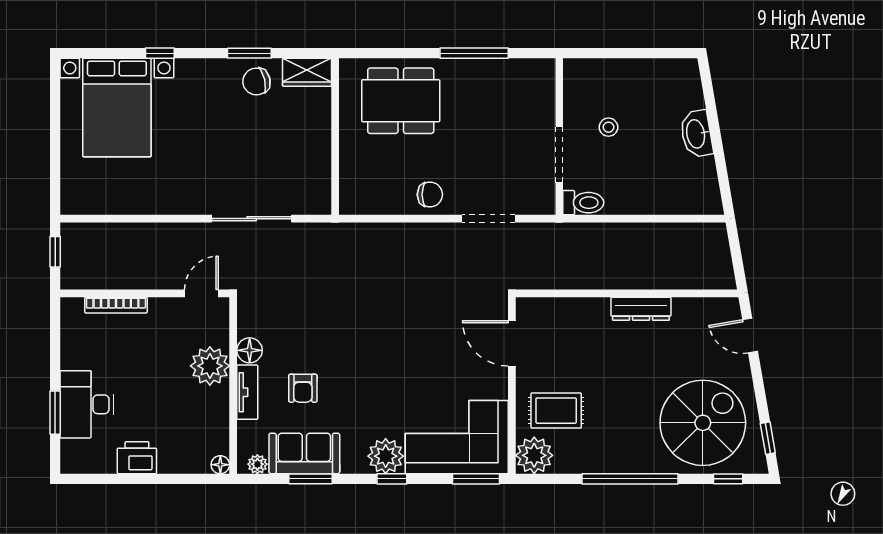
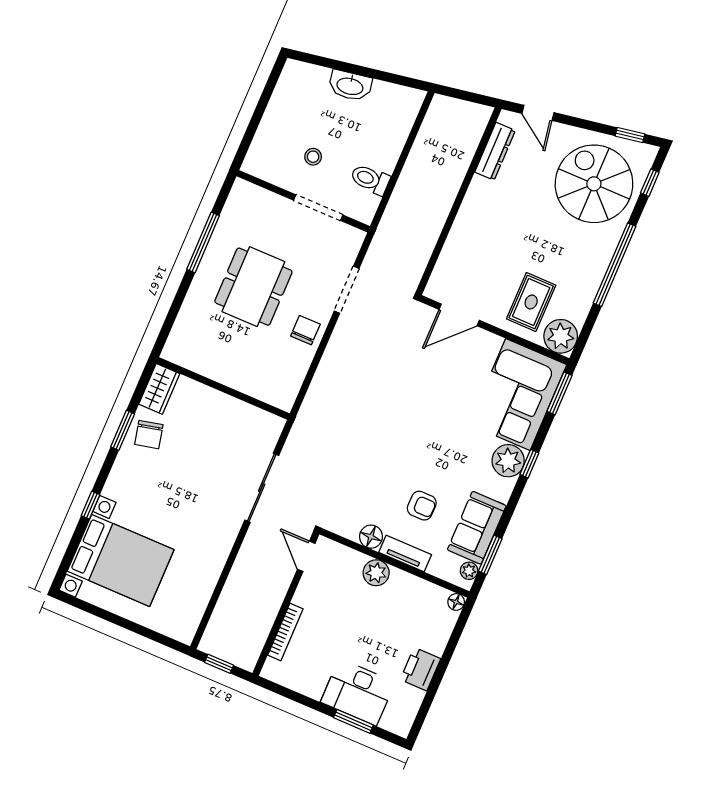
dining table: (401, 101) -> (253, 287), moved
toilet: (583, 203) -> (370, 179), moved, turned -90
dresser: (641, 309) -> (495, 151), moved
door: (750, 336) -> (538, 113), hinge flipped
plant: (210, 366) -> (376, 573), width x0.73, depth x0.73
window: (311, 479) -> (490, 555), moved

